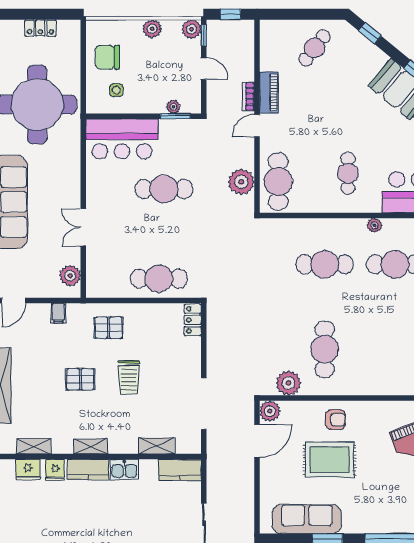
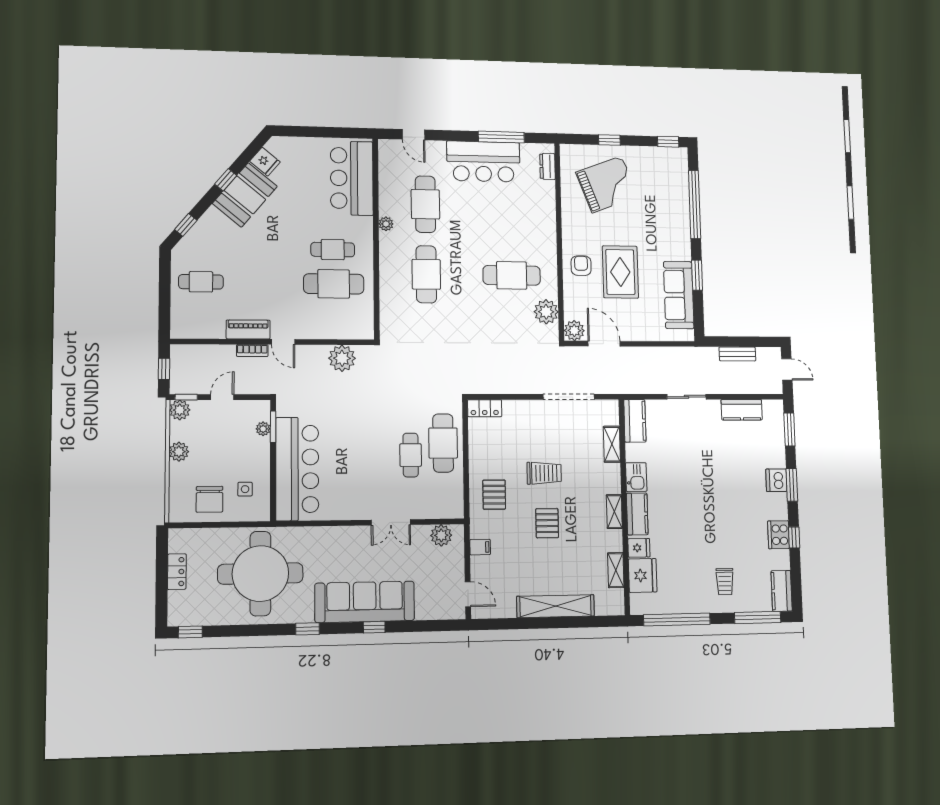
cafe table: (315, 48) -> (201, 282), turned -37
bar counter: (122, 139) -> (297, 469), width x1.36
cafe table: (278, 182) -> (334, 284), moved
cafe table: (164, 189) -> (411, 455), moved, width x0.73, depth x0.74
fridge: (28, 470) -> (643, 575), width x1.36, depth x1.34

